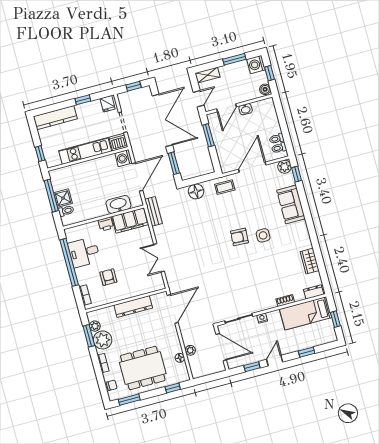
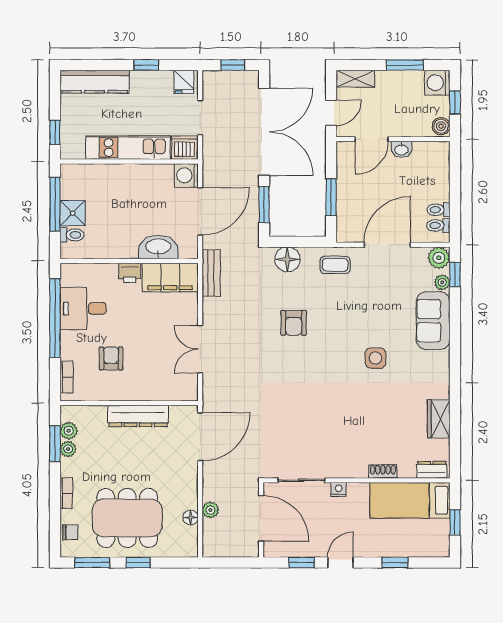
window: (208, 135) -> (331, 197), moved
plant: (290, 181) -> (442, 282), added
armchair: (239, 237) -> (294, 323), moved, turned -93
plant: (103, 340) -> (68, 449), width x0.53, depth x0.53
window: (173, 388) -> (138, 563), moved

